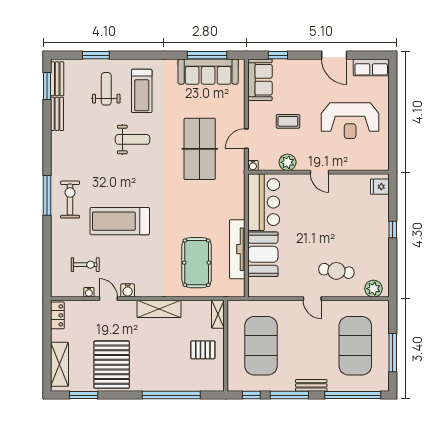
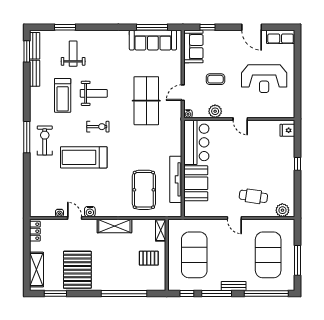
treadmill: (142, 91) -> (63, 95), moved
exercise bike: (85, 265) -> (98, 127), moved

